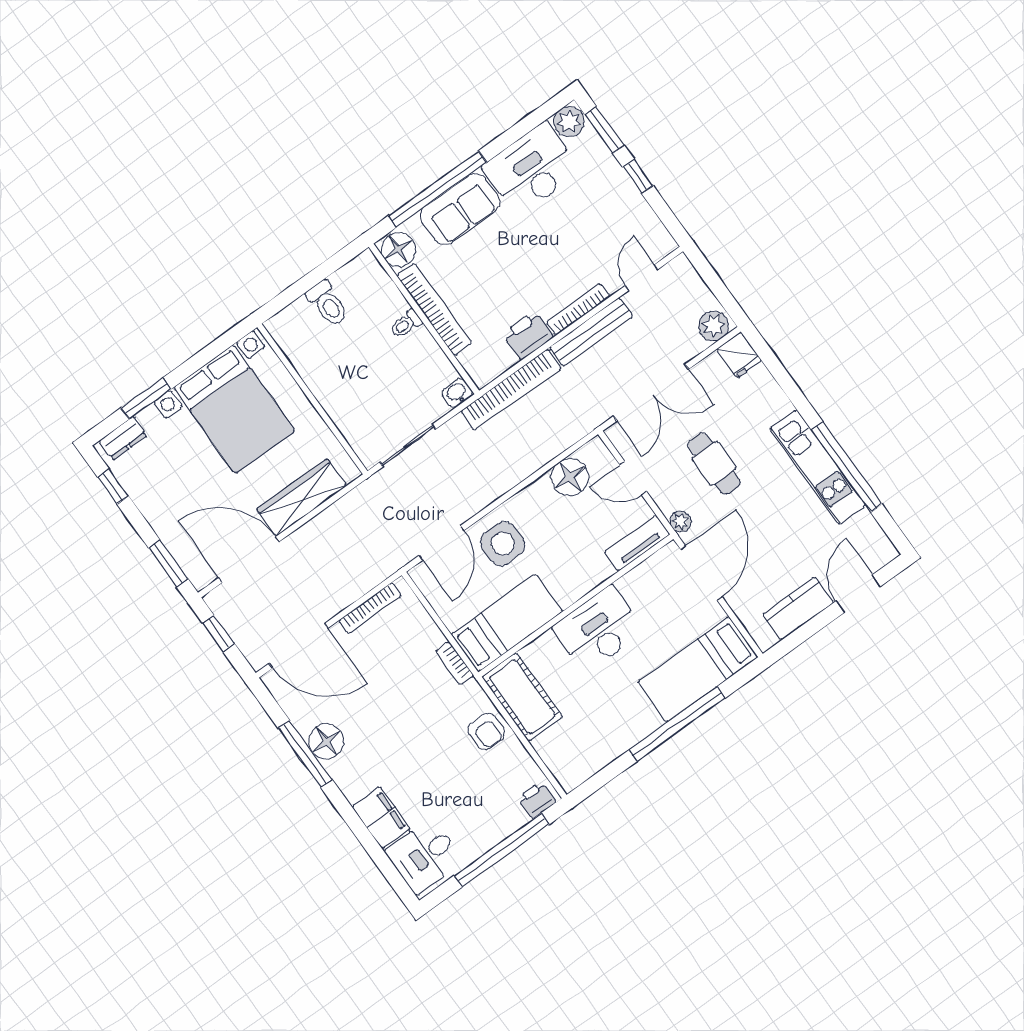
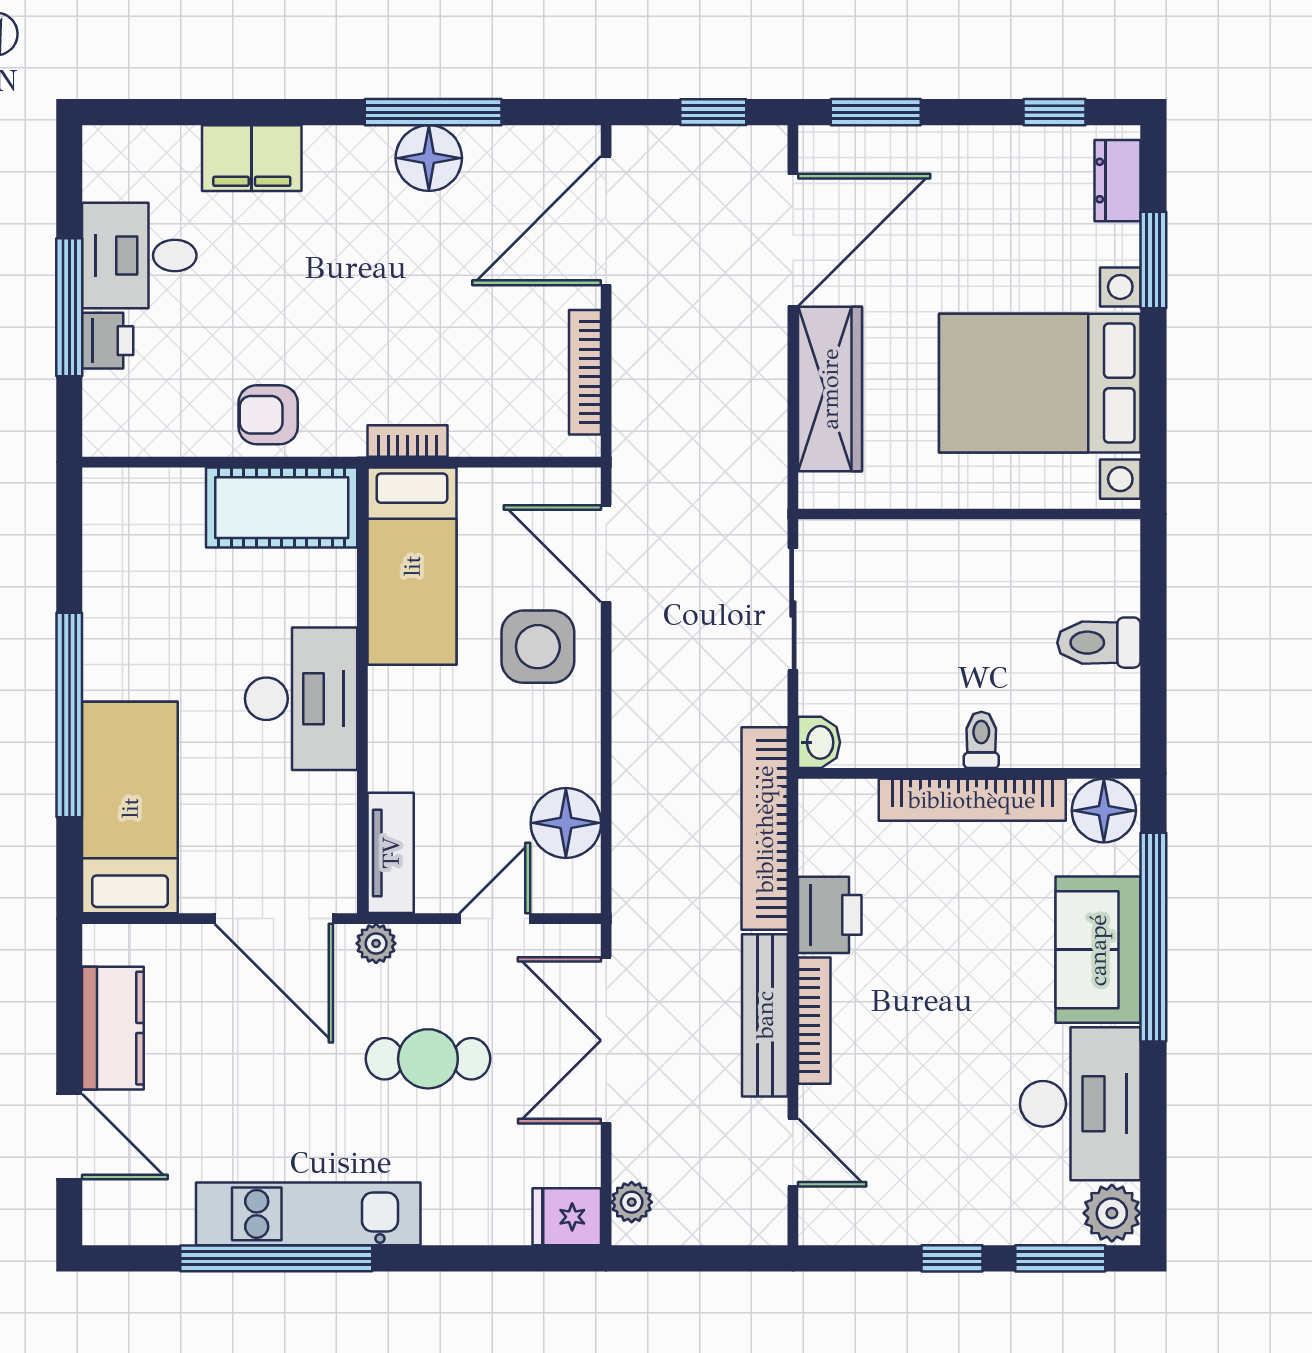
plant: (714, 326) -> (632, 1202), width x0.73, depth x0.73
printer: (537, 800) -> (108, 341), moved
window: (502, 850) -> (69, 307), width x0.68
desk: (424, 856) -> (139, 255), moved, turned -90

